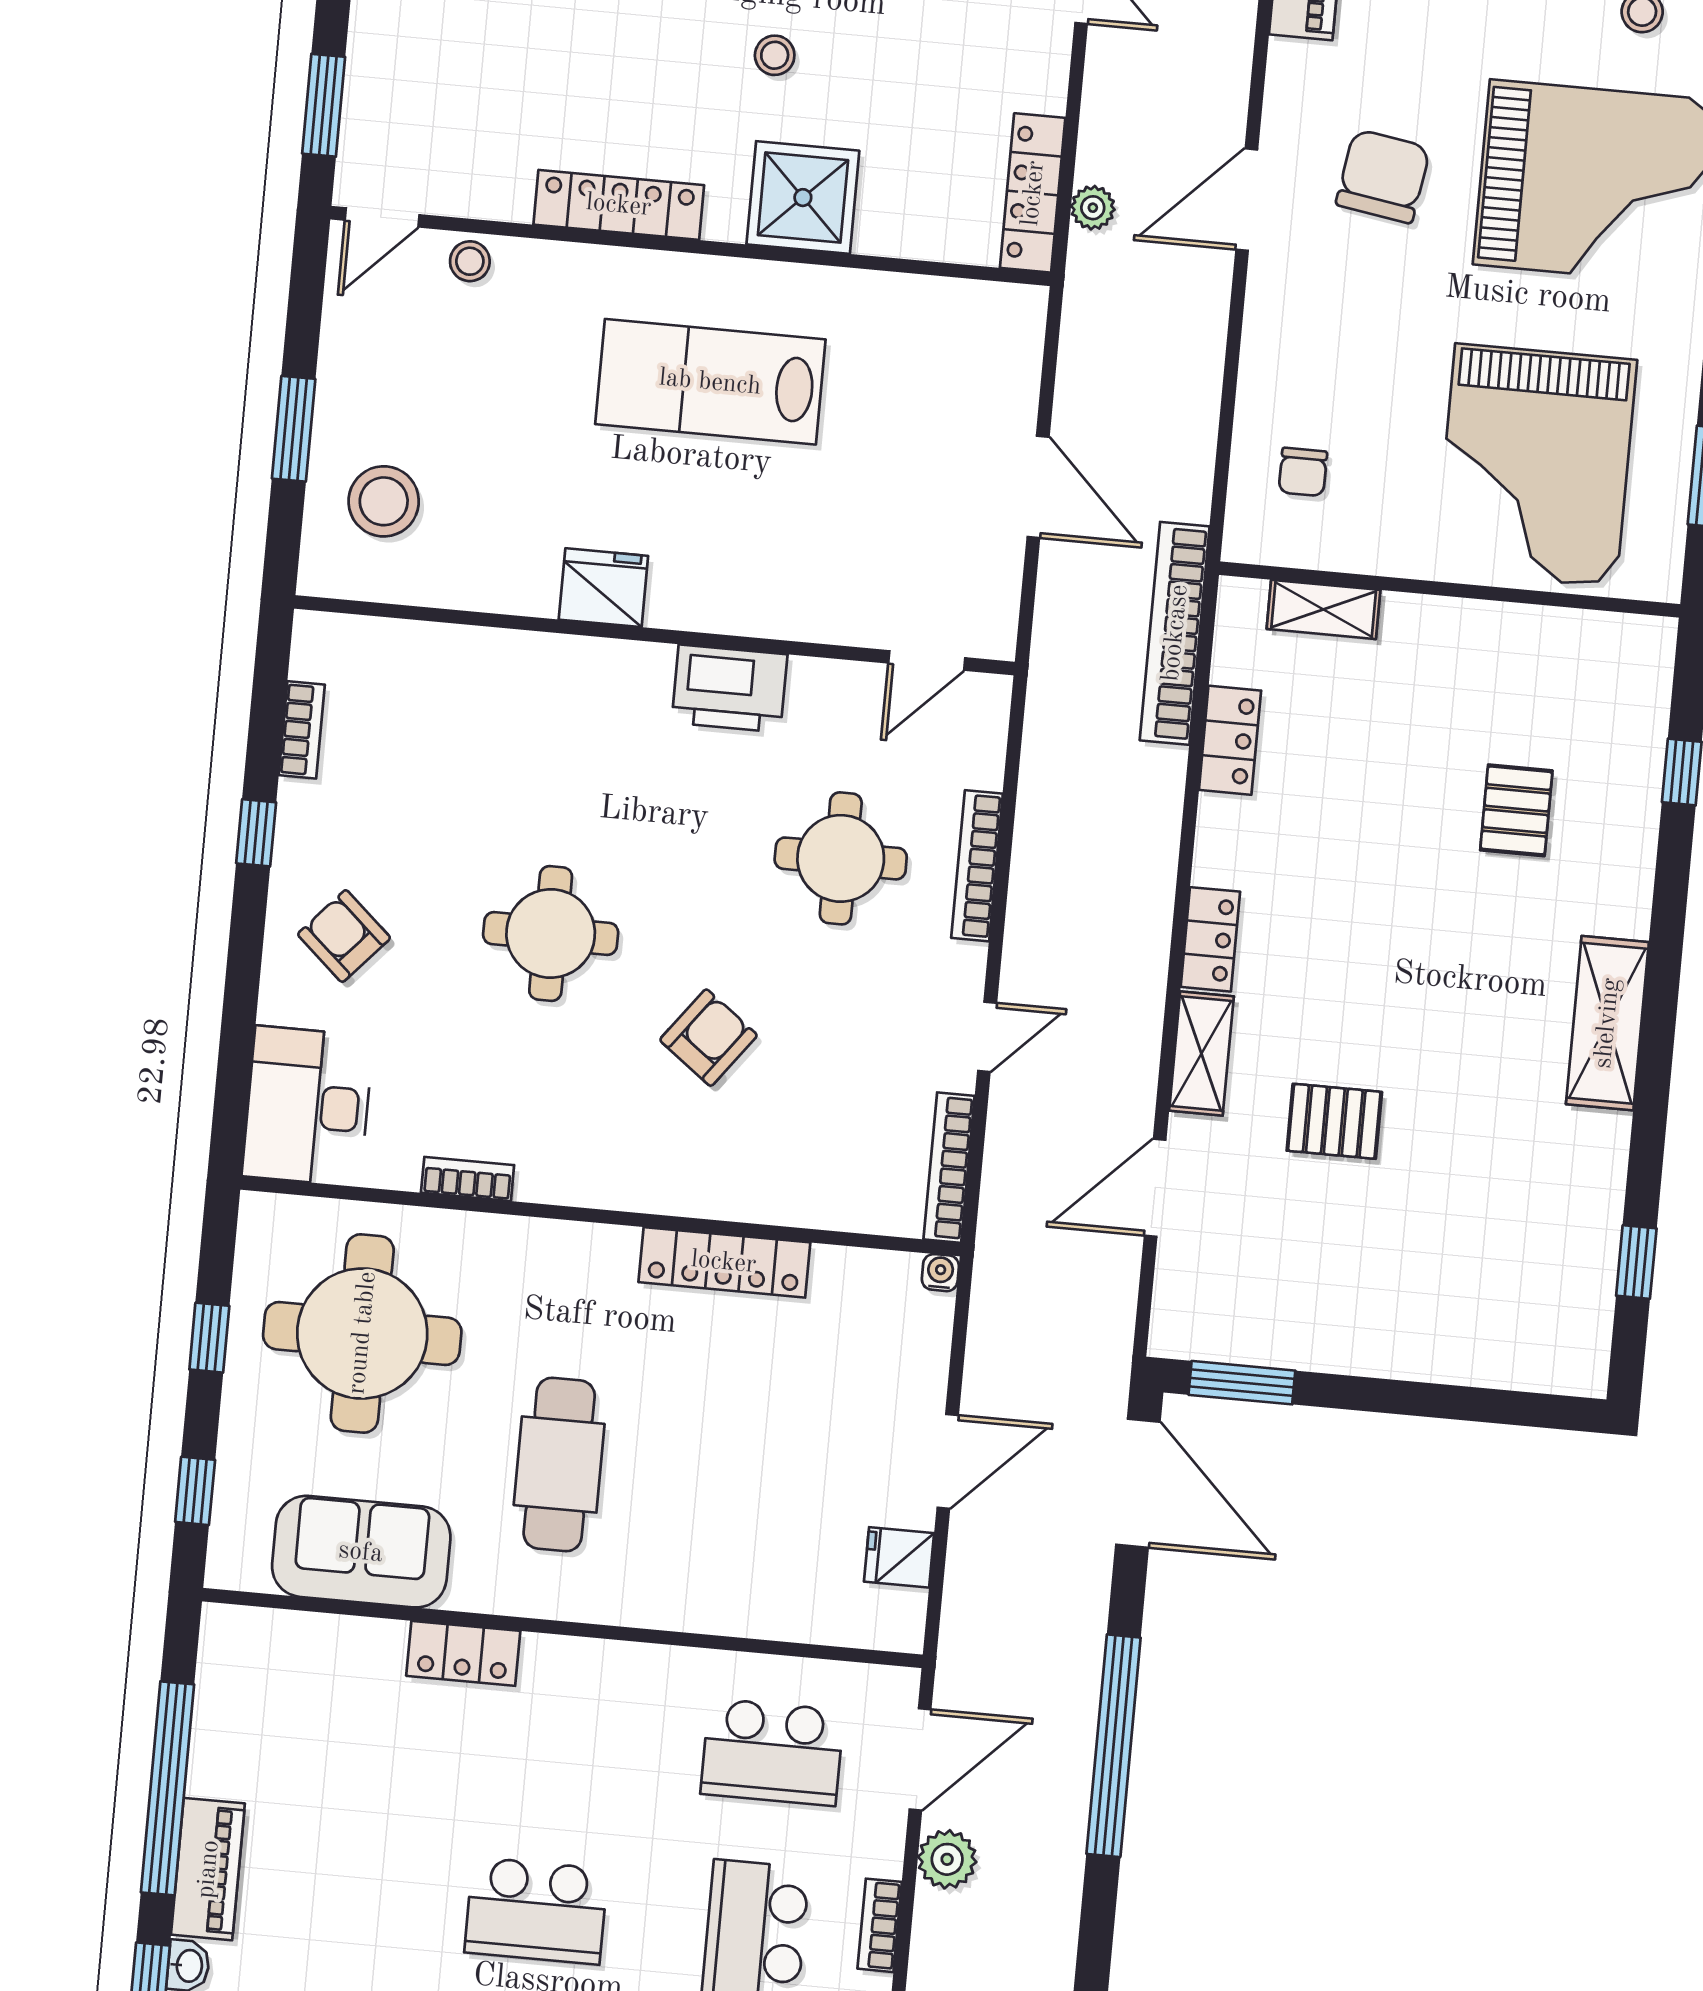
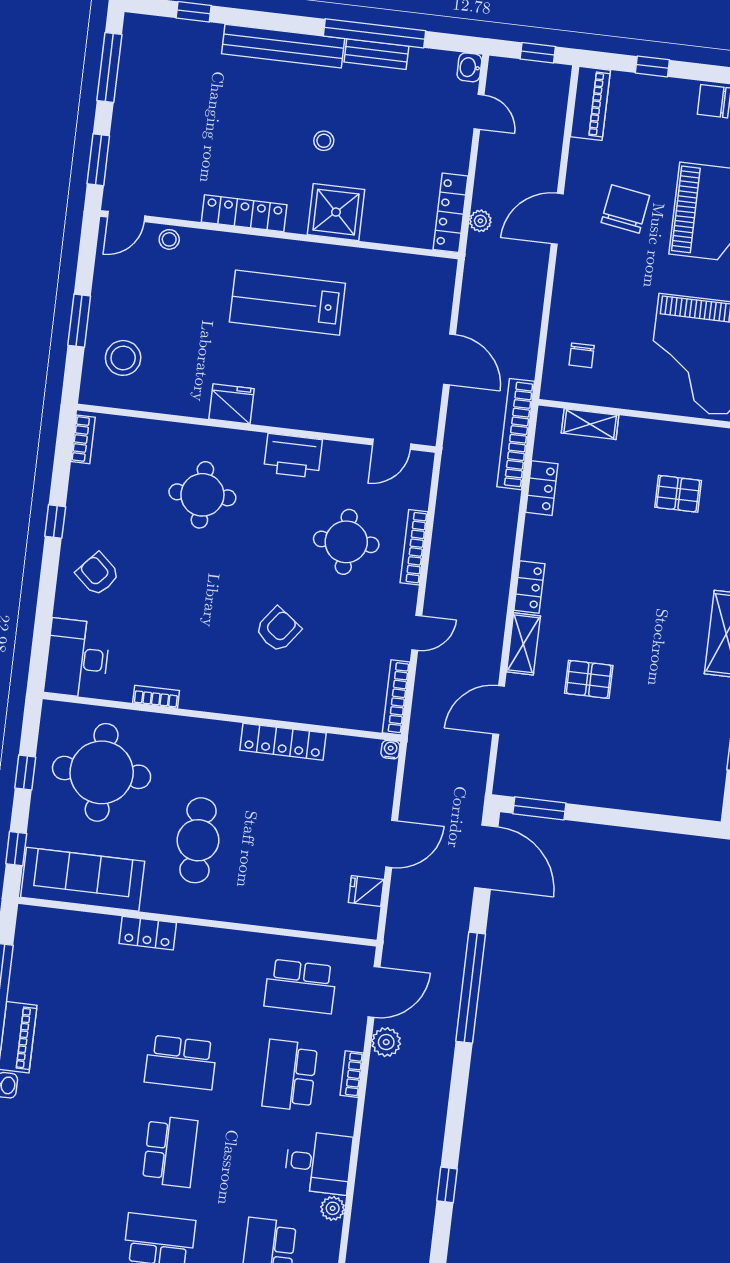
bookcase: (302, 730) -> (83, 439), moved
pallet: (1516, 810) -> (678, 494), moved, turned 90
round table: (551, 933) -> (202, 495), moved
sofa: (361, 1552) -> (83, 879), width x1.36

